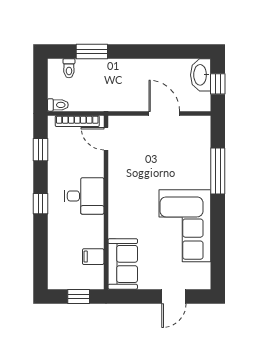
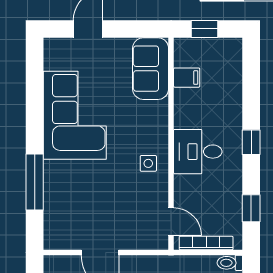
side table: (125, 186) -> (148, 163), added

